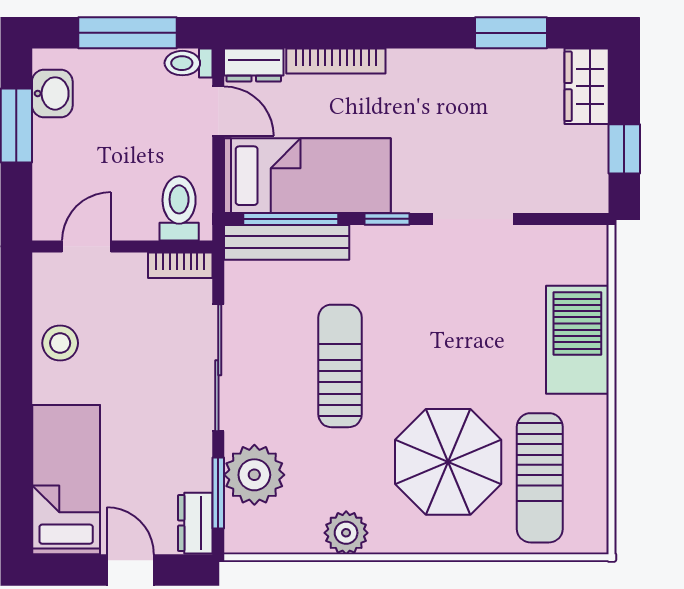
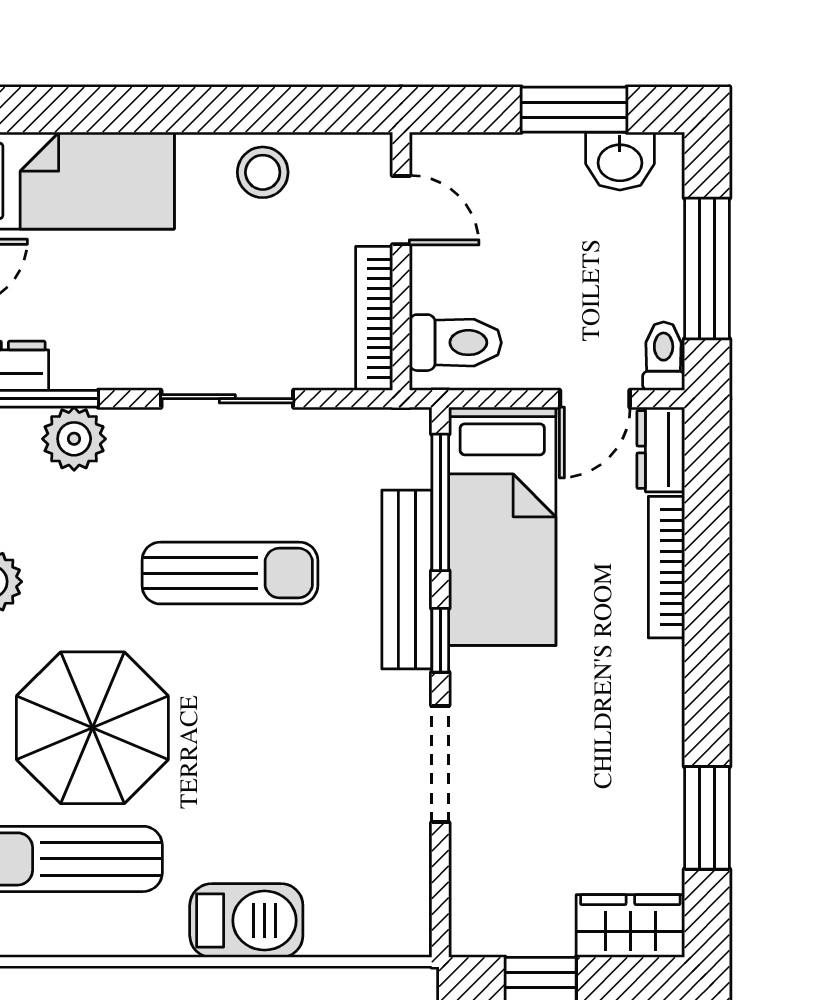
bench: (287, 242) -> (407, 580), moved
bookcase: (180, 265) -> (374, 318), width x1.56
barbecue: (577, 340) -> (246, 920), width x0.73, depth x0.83
sliding door: (218, 368) -> (227, 399), width x0.73
plant: (254, 475) -> (74, 439), width x0.73, depth x0.73

